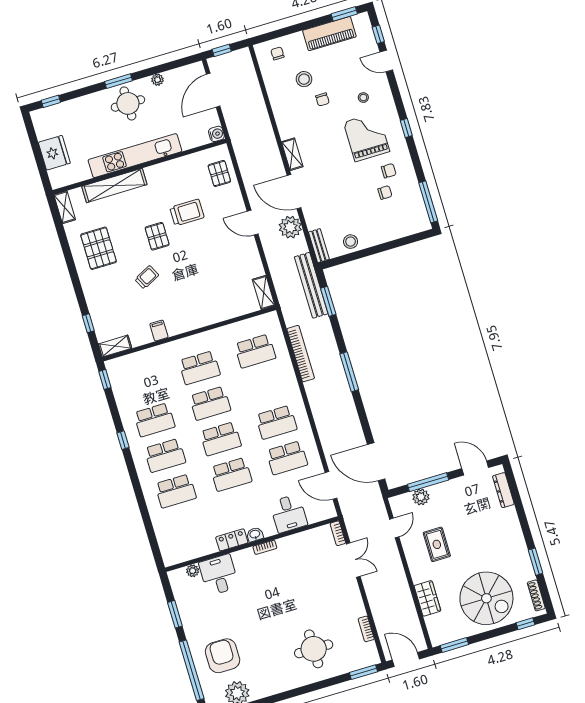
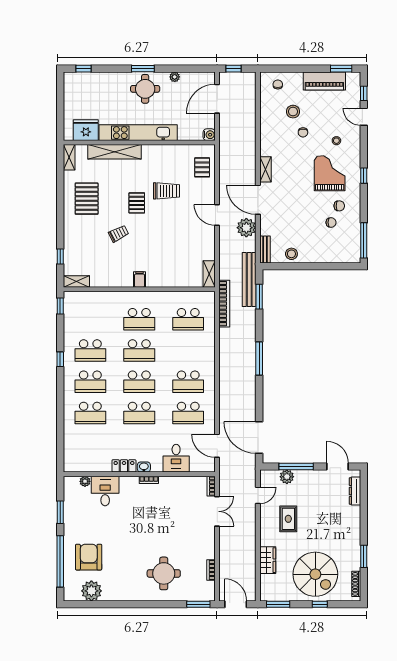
fridge: (54, 153) -> (86, 130), moved, turned -90
filing cabinet: (159, 331) -> (140, 279), moved
bookcase: (301, 354) -> (224, 304), moved
window: (525, 624) -> (320, 604), moved

